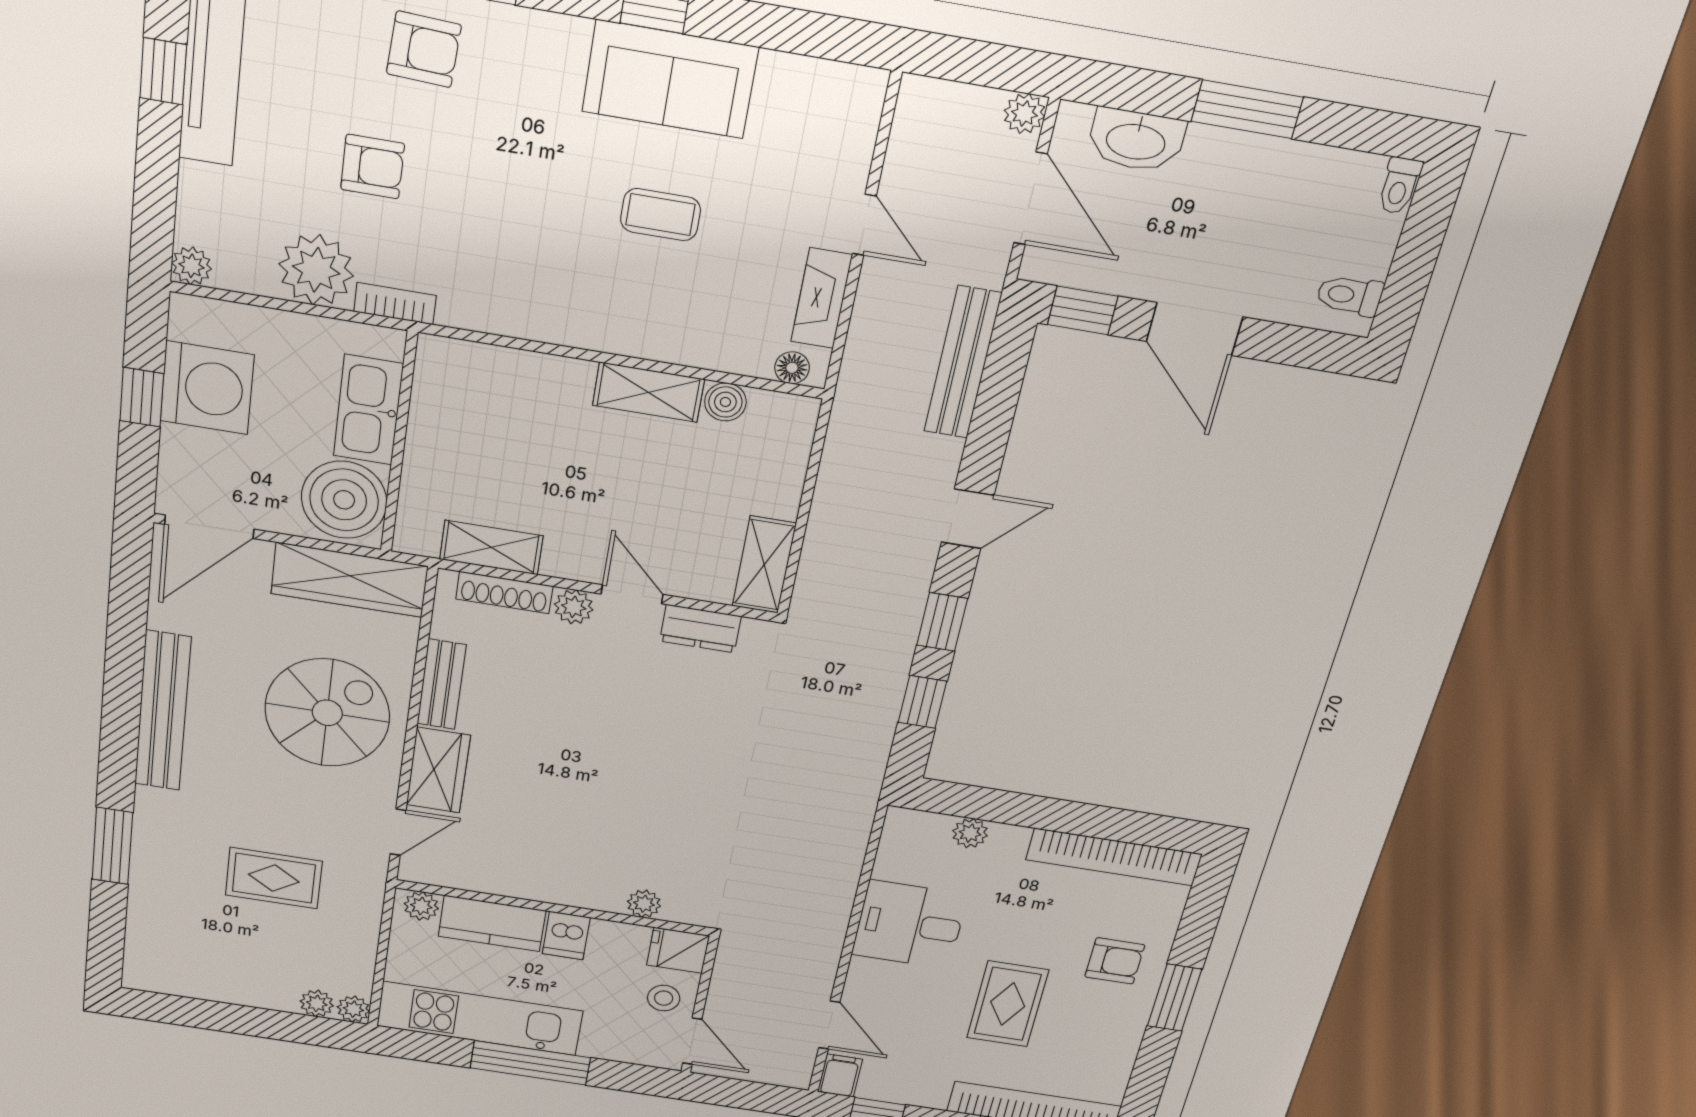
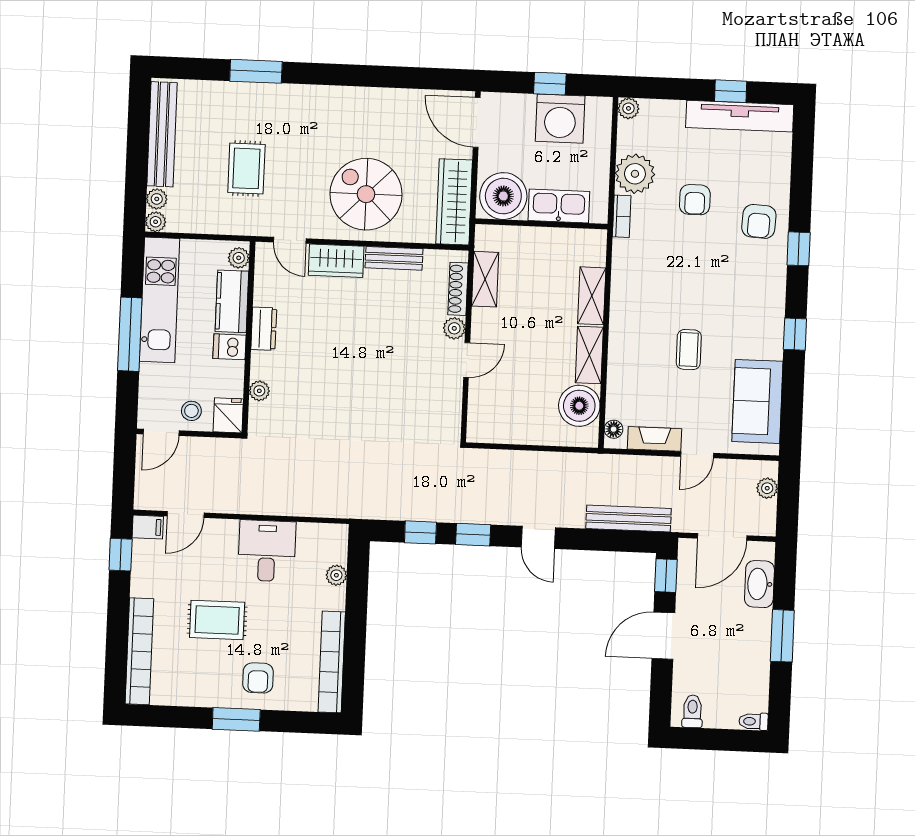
sofa: (670, 79) -> (757, 401), moved
plant: (1025, 114) -> (767, 488), moved
boiler: (725, 402) -> (579, 406), width x1.86, depth x1.86
shelving: (764, 565) -> (592, 296), moved, turned 90
dresser: (700, 629) -> (264, 329), moved, turned 180
bench: (163, 711) -> (162, 134), moved, turned 90
spiral stairs: (327, 713) -> (366, 194), turned 180

